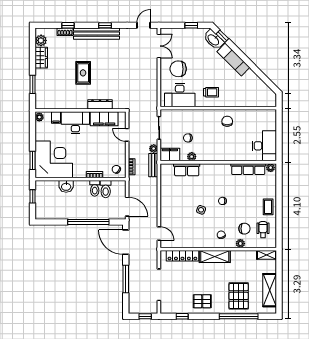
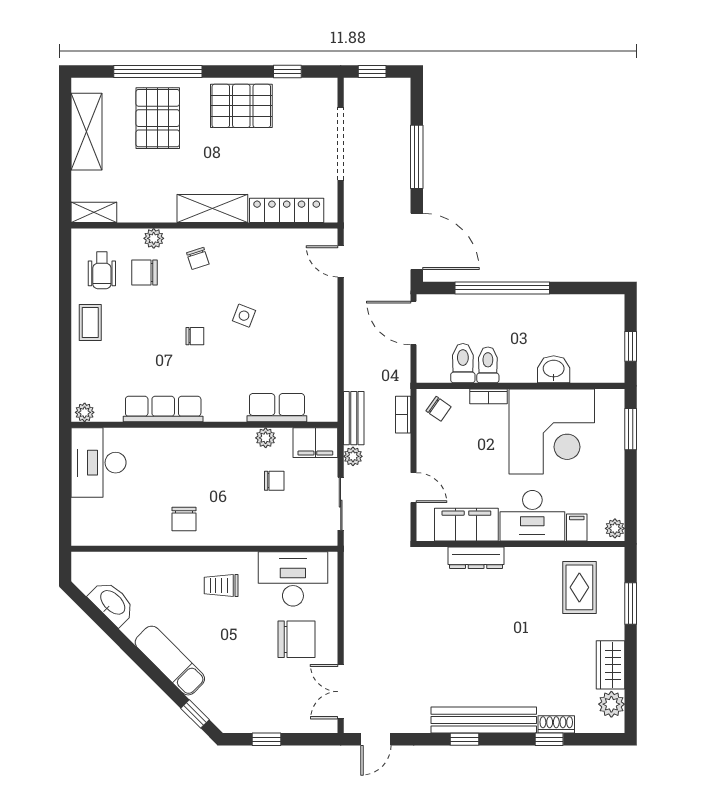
washbasin: (214, 40) -> (112, 603), moved
rug: (83, 73) -> (579, 587), moved
corner desk: (54, 159) -> (552, 431), moved, turned -90
row of seats: (248, 169) -> (163, 409), moved
pallet: (202, 301) -> (241, 106), width x1.50, depth x1.42

